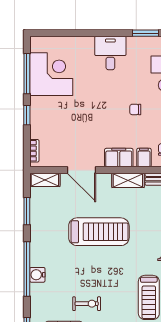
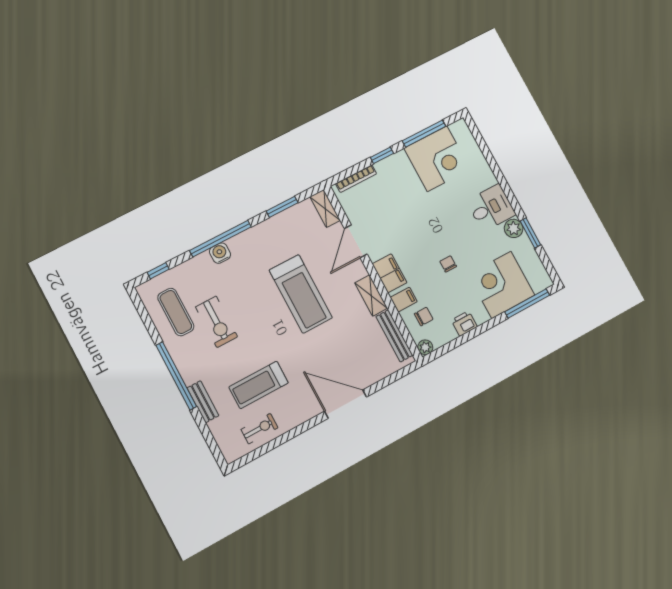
plant: (135, 44) -> (514, 228), added
bookcase: (34, 151) -> (356, 179), width x1.56
exercise bike: (87, 304) -> (217, 322), width x1.38, depth x1.39

